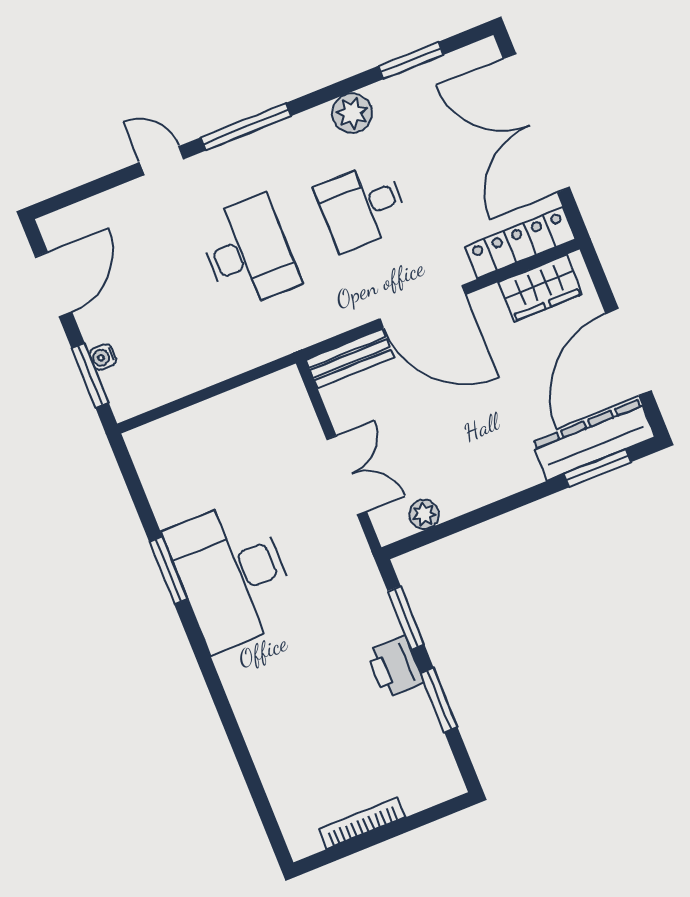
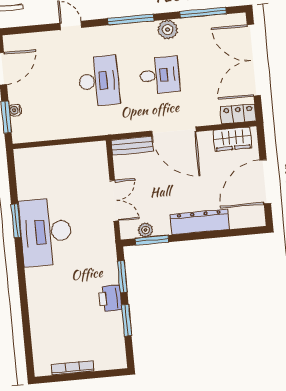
window: (411, 60) -> (203, 13), width x1.44
window: (246, 127) -> (131, 20), moved
desk: (362, 206) -> (159, 75), turned 180
locker: (520, 243) -> (238, 114), width x0.66
dresser: (593, 440) -> (200, 222), moved
window: (597, 468) -> (152, 240), moved

